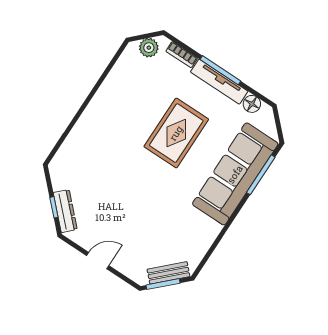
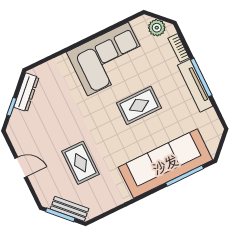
floor lamp: (252, 104) -> (210, 118), removed
corner sofa: (120, 106) -> (108, 59), added
rug: (176, 133) -> (139, 105), width x0.73, depth x0.70
dresser: (65, 211) -> (26, 92), moved
rug: (153, 222) -> (81, 163), added

